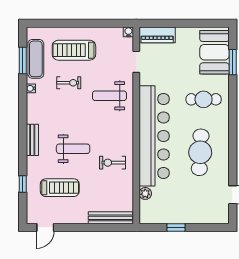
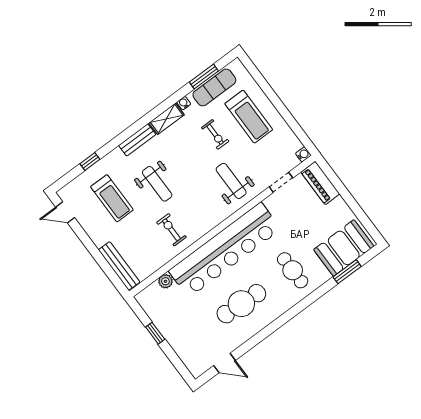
treadmill: (74, 50) -> (249, 117), turned 180
shelving: (33, 108) -> (167, 119), added

